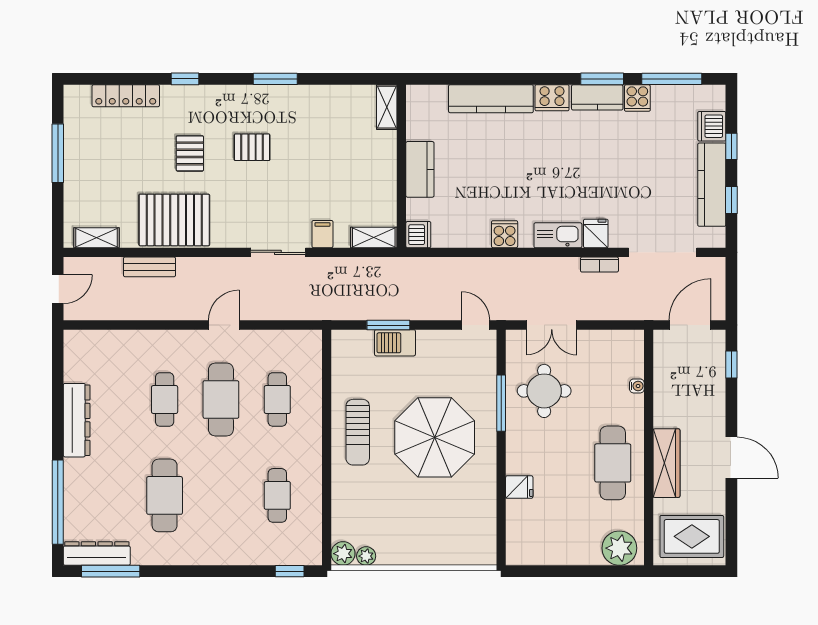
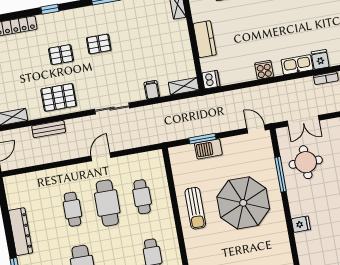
pallet: (190, 153) -> (61, 55), turned 90
pallet: (174, 220) -> (59, 97), width x0.73, depth x0.71
sliding door: (278, 252) -> (112, 109), moved

